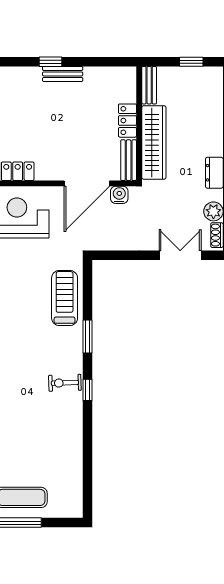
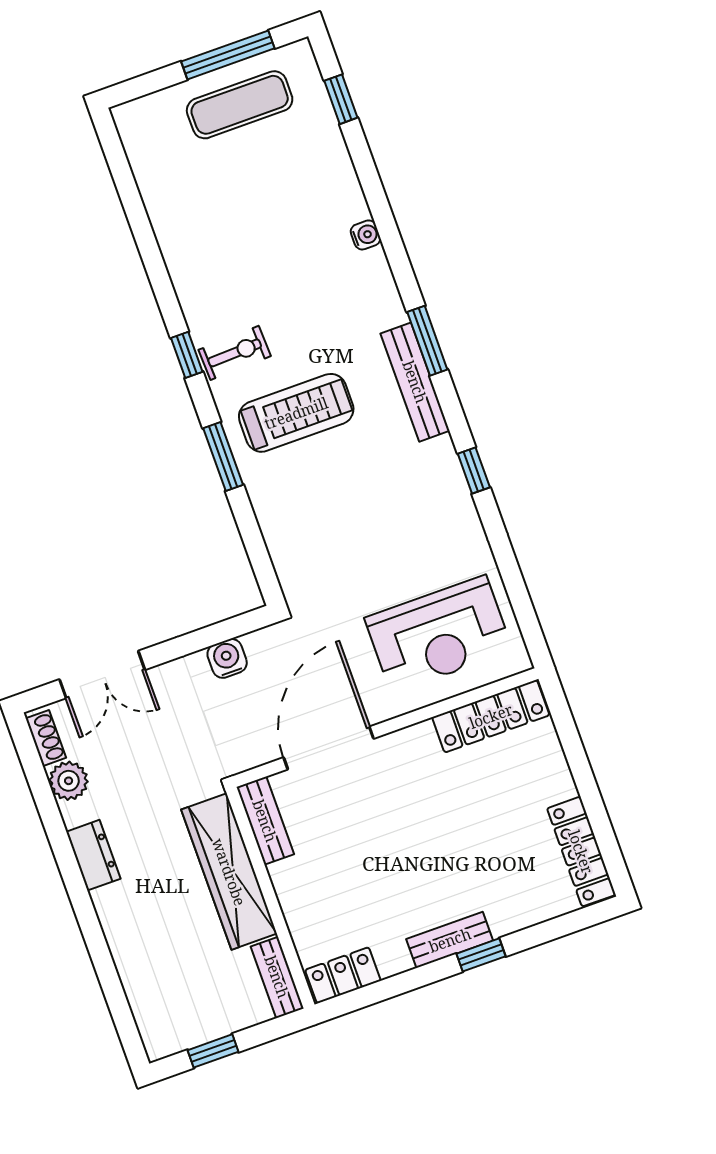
locker: (127, 121) -> (343, 975), moved, turned -90
water cooler: (119, 195) -> (227, 658), moved, turned 180
treadmill: (65, 298) -> (296, 413), moved, turned -90

